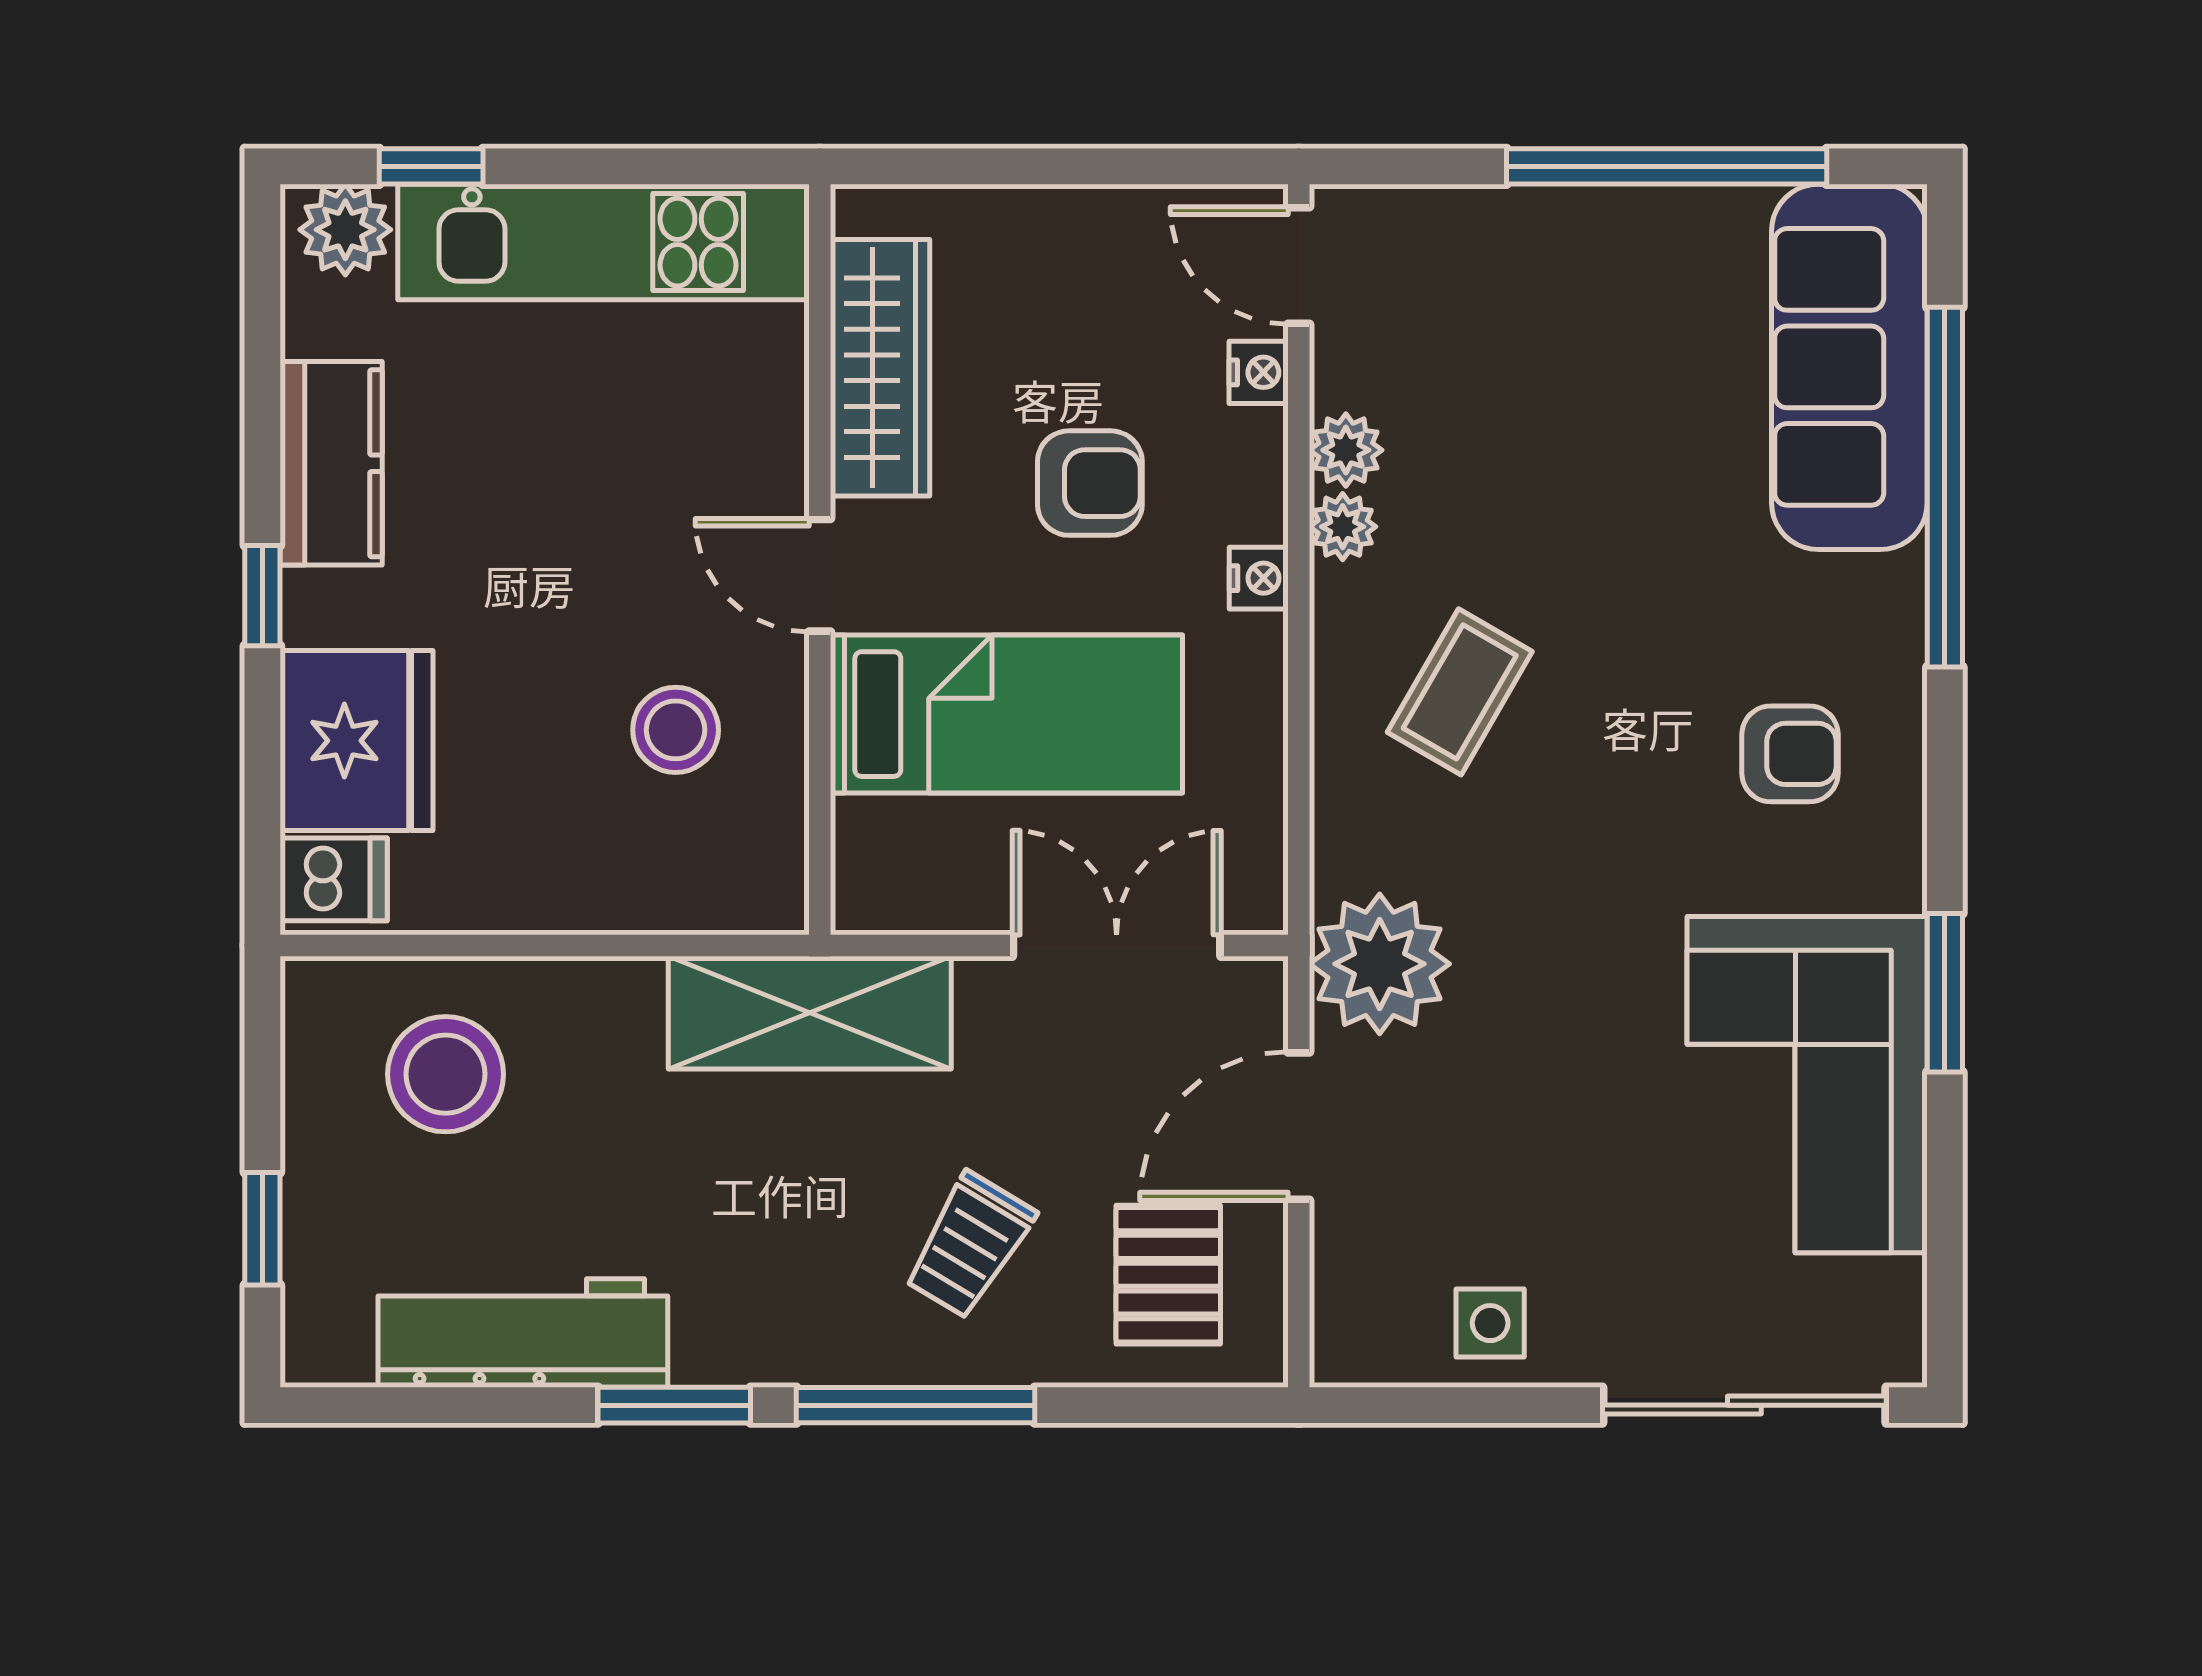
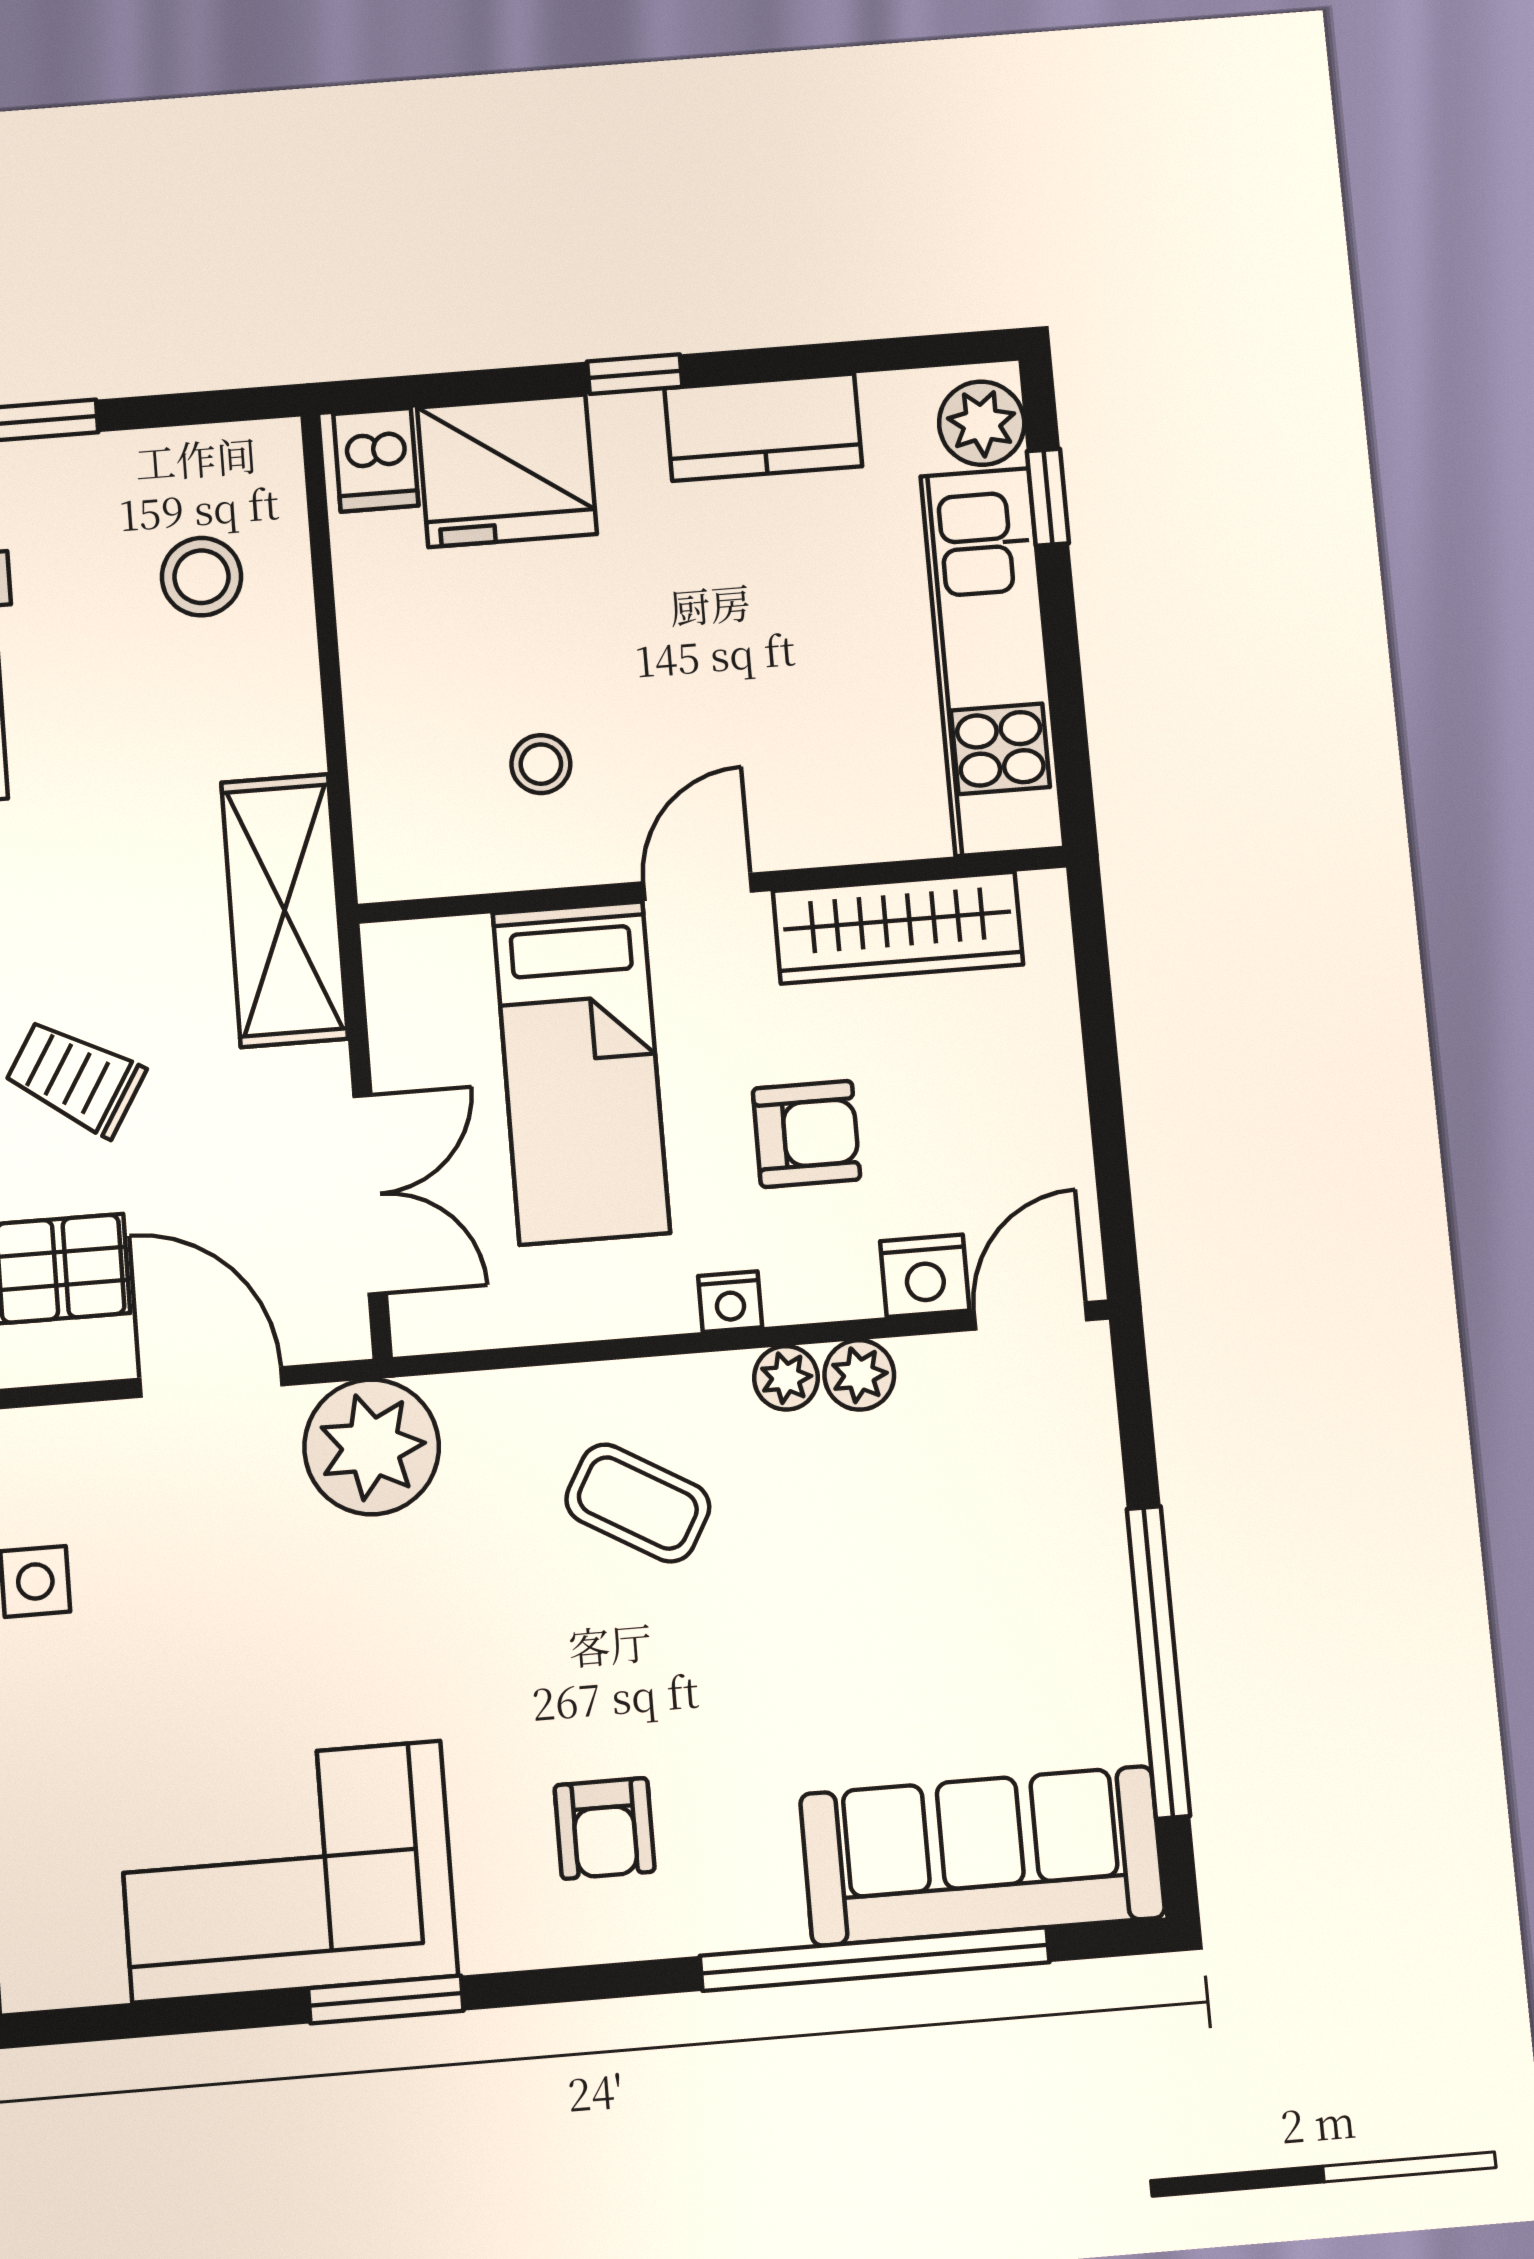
nightstand: (1259, 372) -> (925, 1276), width x1.39, depth x1.35
armchair: (1090, 483) -> (806, 1134), turned -90
stool: (676, 730) -> (541, 764), width x0.73, depth x0.73
stool: (446, 1074) -> (201, 577), width x0.73, depth x0.73

